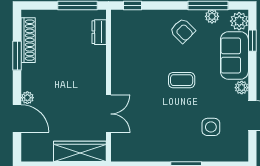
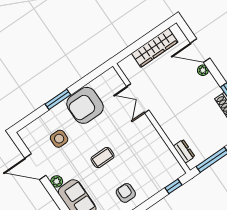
armchair: (183, 31) -> (126, 193), turned 45
armchair: (164, 142) -> (85, 105), added
wardrobe: (80, 151) -> (155, 48), moved

